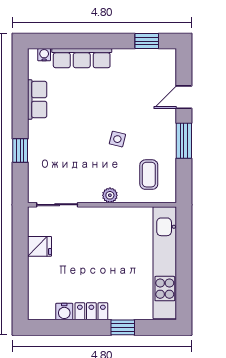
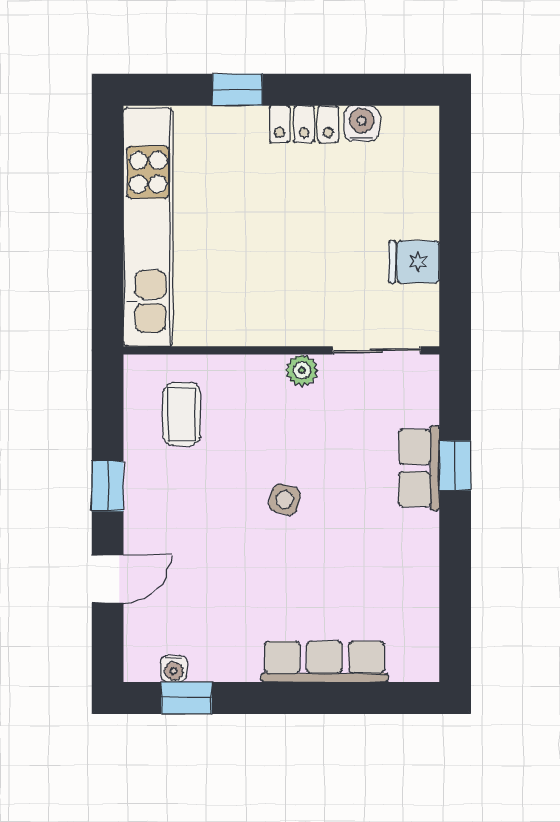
water cooler: (44, 55) -> (174, 669), moved
row of seats: (37, 99) -> (419, 468), moved
side table: (117, 139) -> (285, 500), moved
window: (184, 141) -> (108, 486), width x0.67
plant: (110, 195) -> (302, 370), moved

